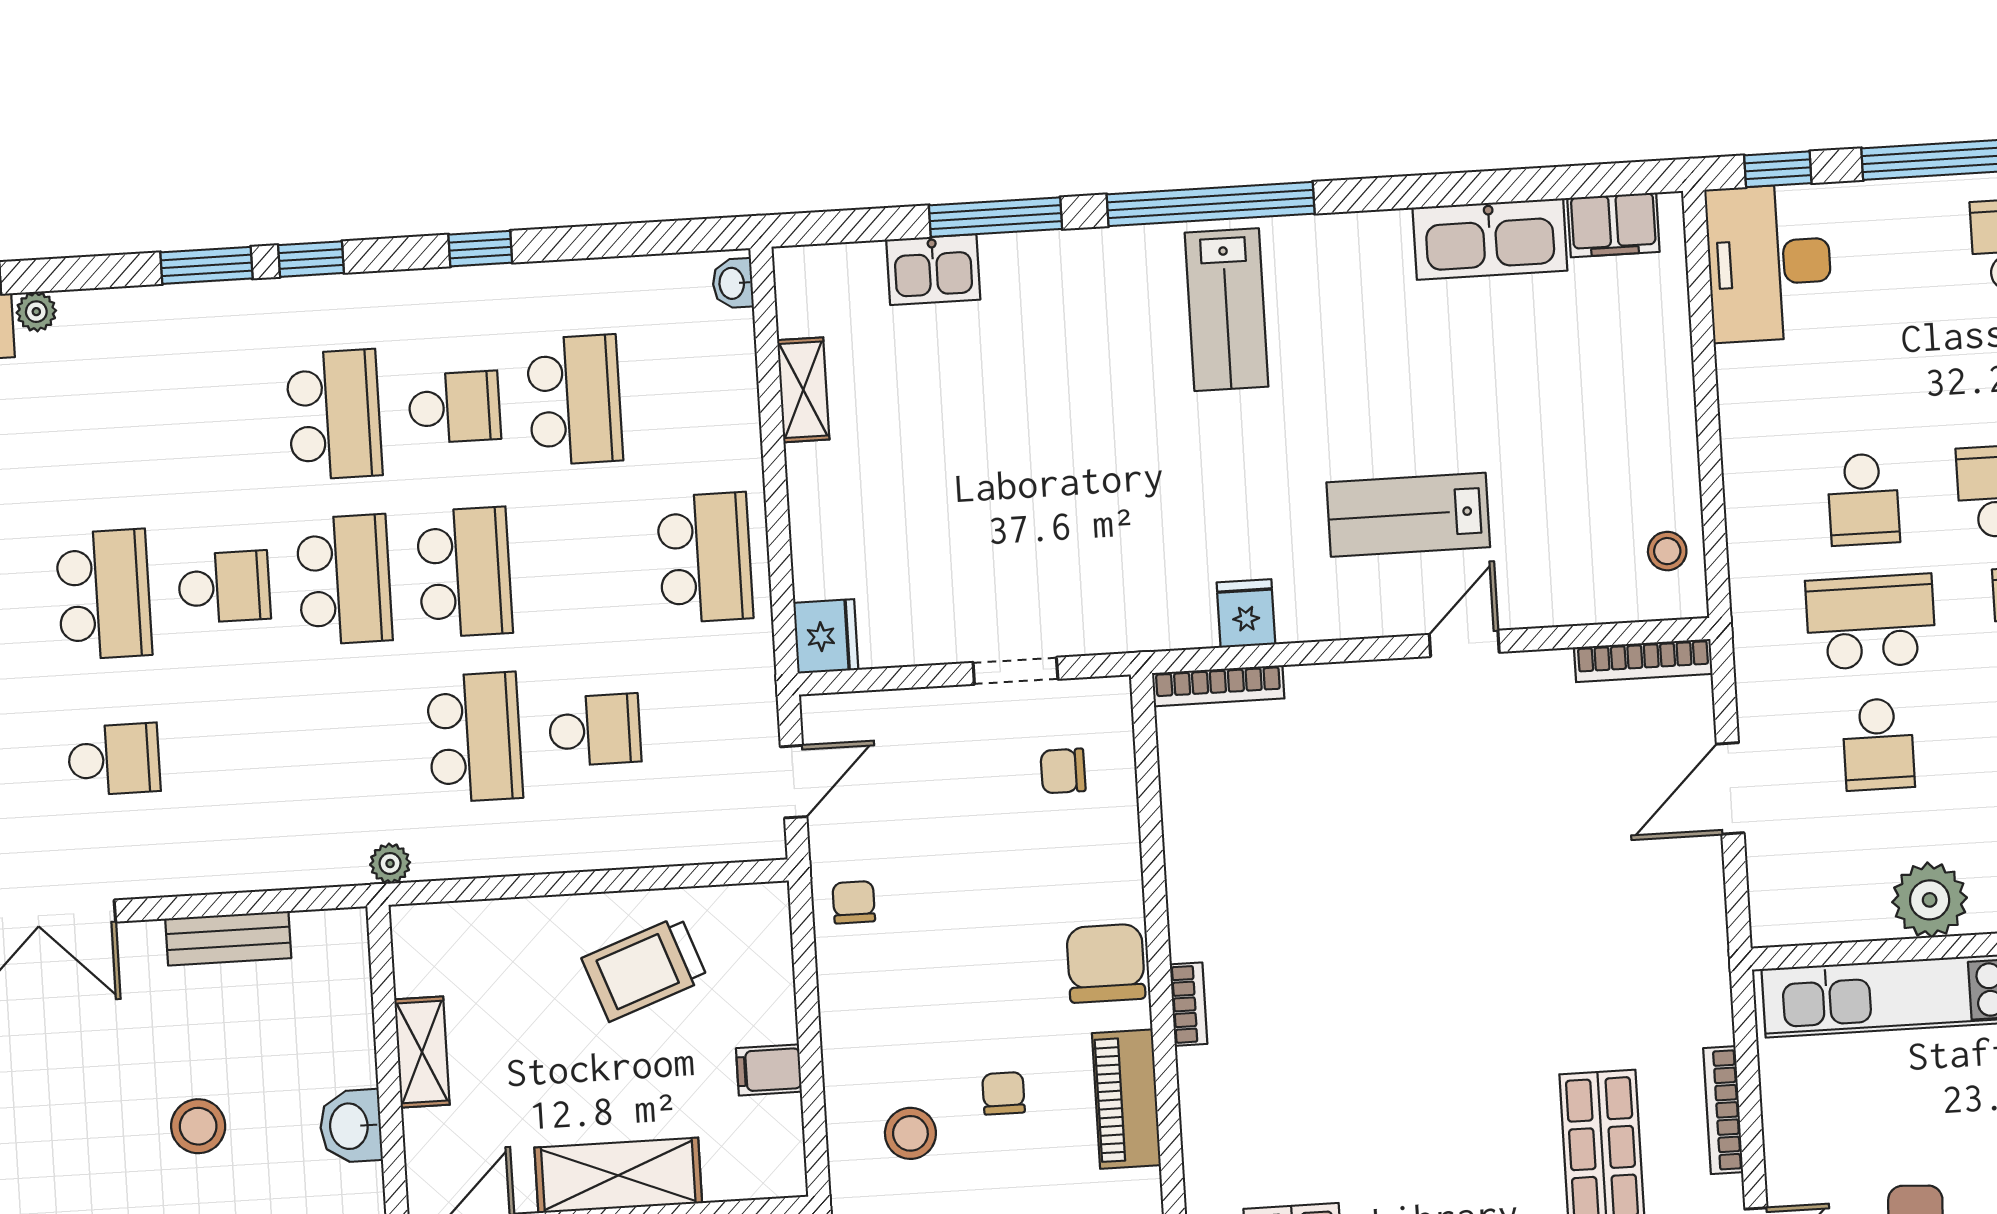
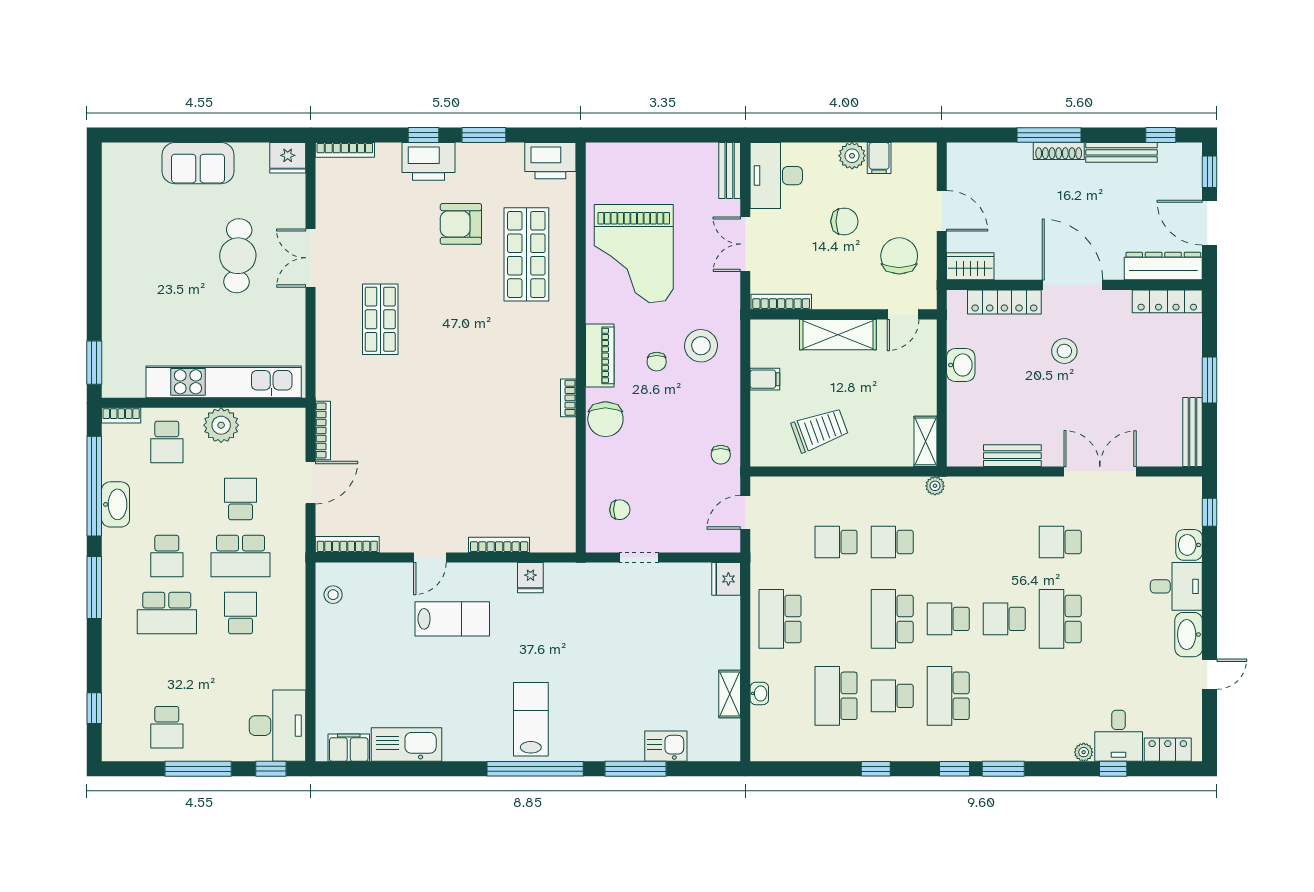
washbasin: (733, 283) -> (759, 693), moved
school desk: (344, 580) -> (948, 619), width x0.54
bookcase: (1218, 686) -> (499, 545), moved
school desk: (475, 737) -> (892, 542), width x0.54
shelving: (422, 1052) -> (926, 441), moved
bookcase: (1723, 1110) -> (323, 431), moved
stool: (198, 1126) -> (1064, 351), moved
stool: (910, 1133) -> (701, 346), width x1.38, depth x1.38

